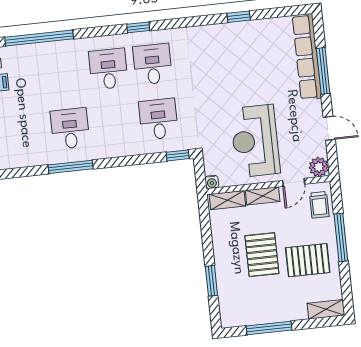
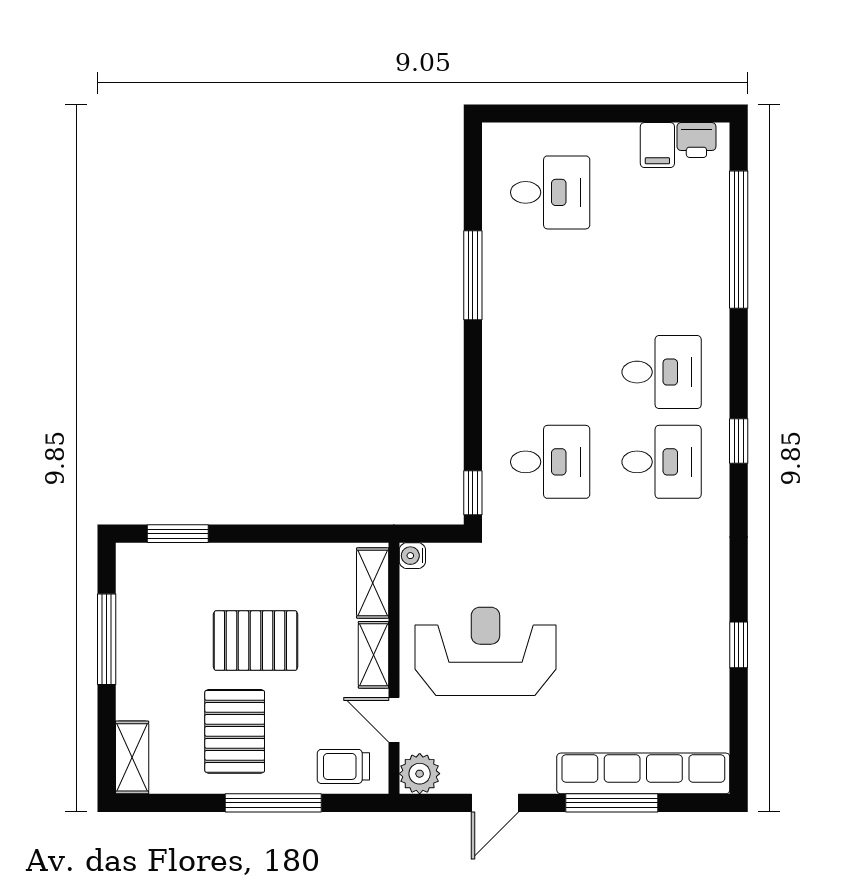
desk: (70, 129) -> (550, 192), moved
window: (211, 281) -> (178, 534), moved

